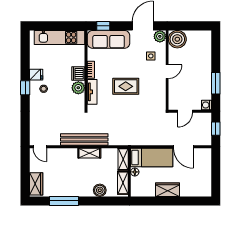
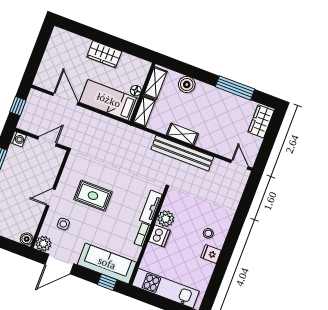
boiler: (177, 39) -> (27, 239), width x0.54, depth x0.54
rug: (126, 86) -> (93, 196), moved
window: (25, 88) -> (230, 243), removed

